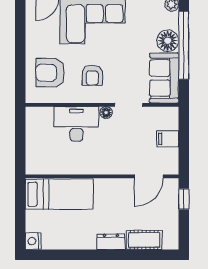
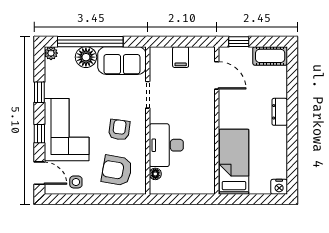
side table: (38, 30) -> (76, 182), added
armchair: (50, 73) -> (117, 170), turned 100
armchair: (92, 75) -> (119, 130), turned -83
floor lamp: (106, 113) -> (155, 174), moved
cot: (144, 240) -> (270, 56), moved, turned 90

